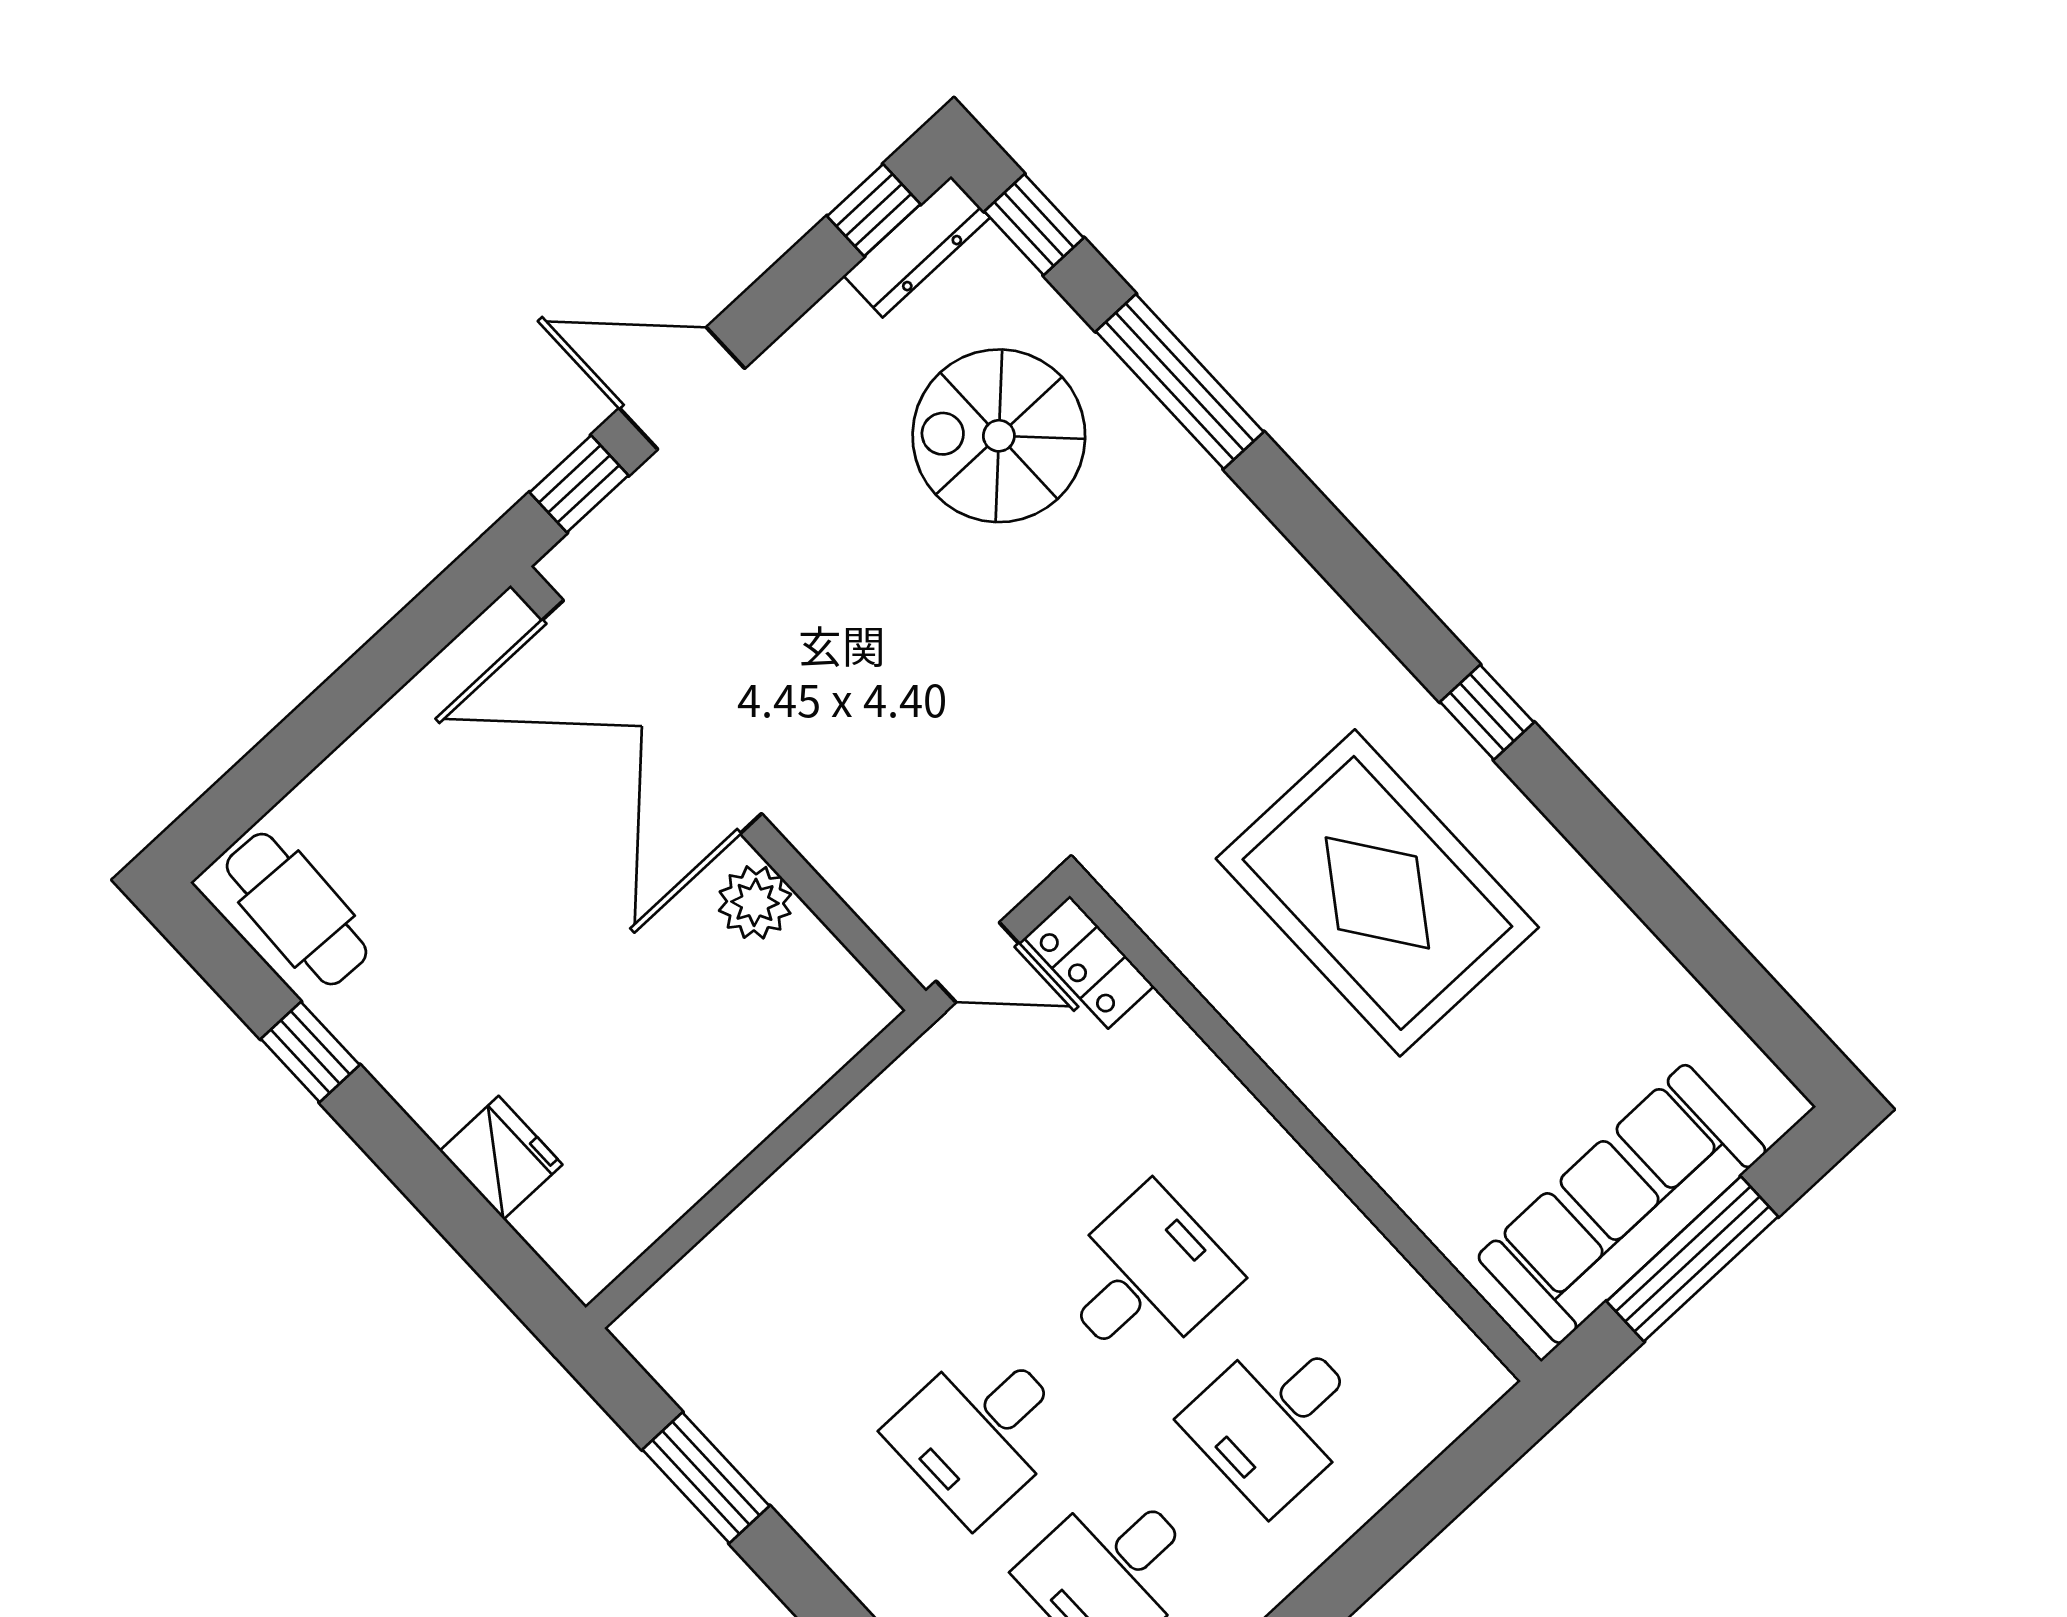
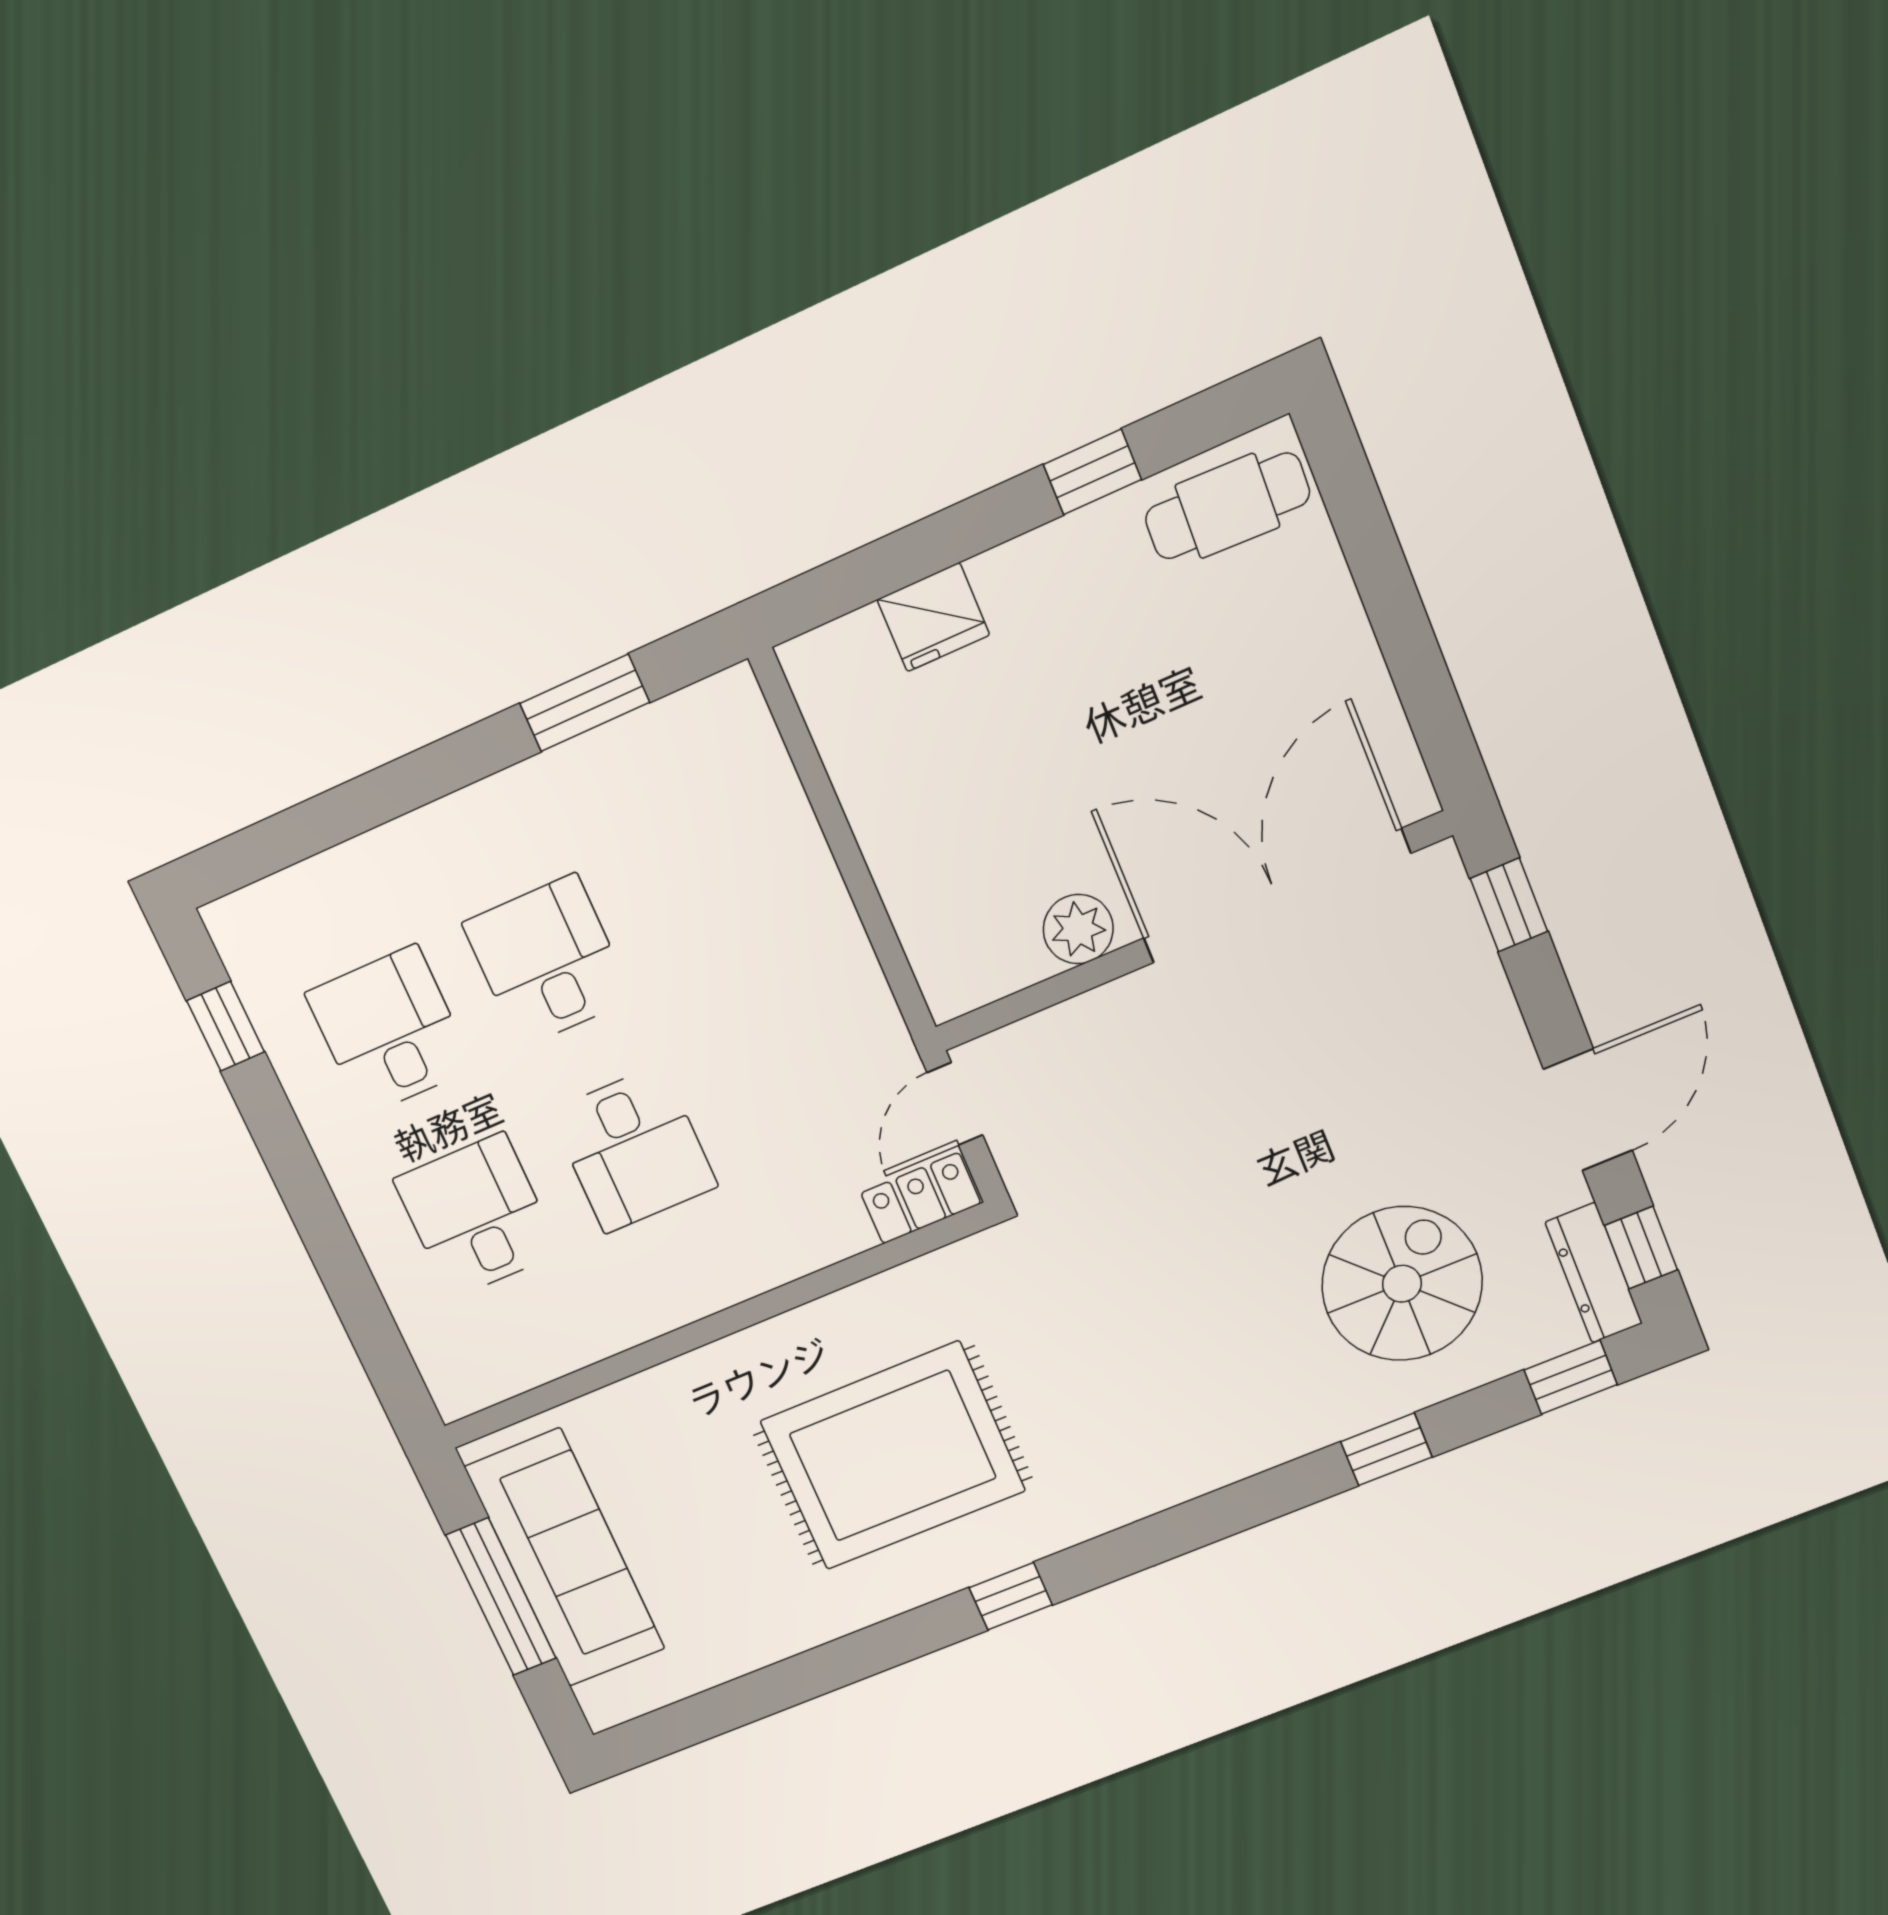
window: (1180, 382) -> (1386, 1449), width x0.46
door: (682, 388) -> (1588, 1110), moved

